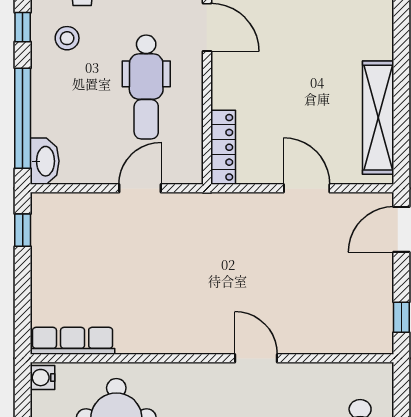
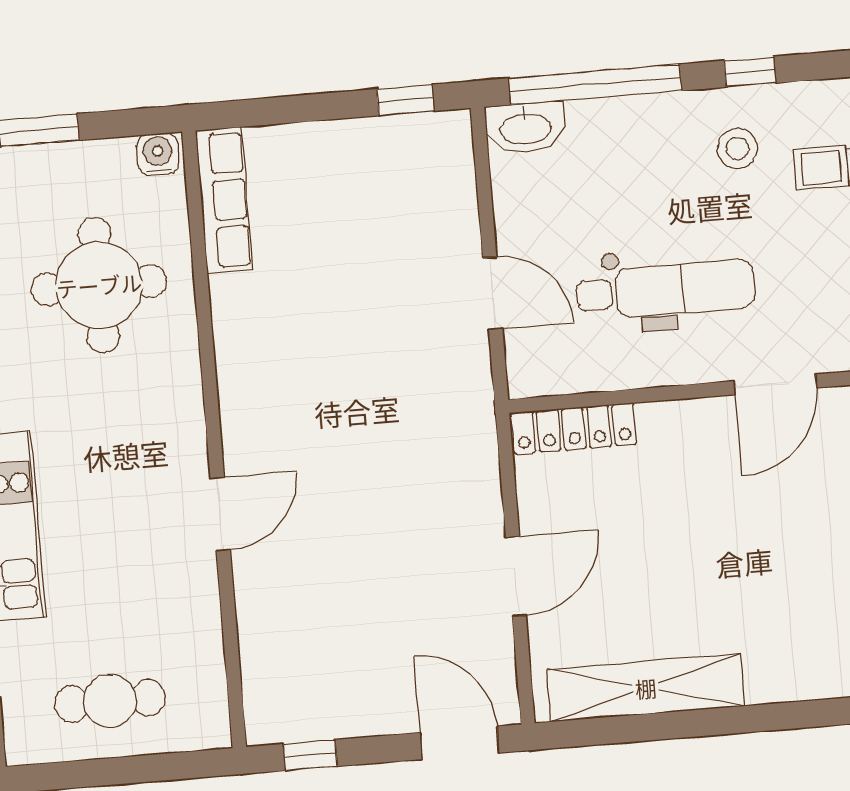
dental chair: (146, 87) -> (666, 290), turned 180

